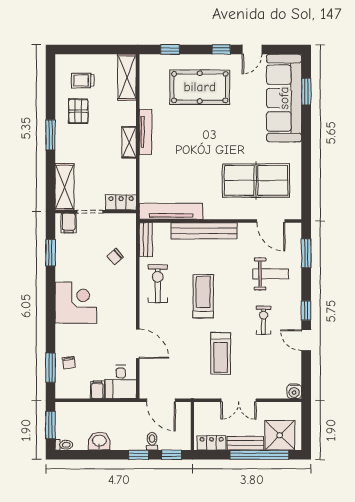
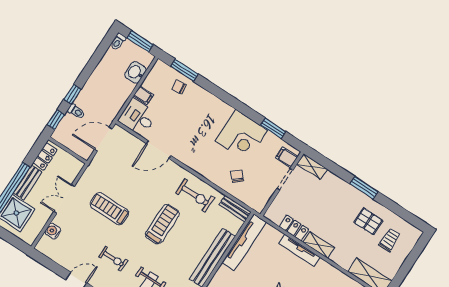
tv unit: (146, 132) -> (299, 250), moved
shelving: (64, 187) -> (312, 167), width x0.67, depth x0.75
locker: (121, 202) -> (294, 228), moved, turned -90
treadmill: (203, 296) -> (162, 224), turned -90
corner desk: (76, 303) -> (241, 136), moved
water cooler: (294, 391) -> (53, 231), moved
washbasin: (99, 441) -> (135, 72), moved, turned 180

